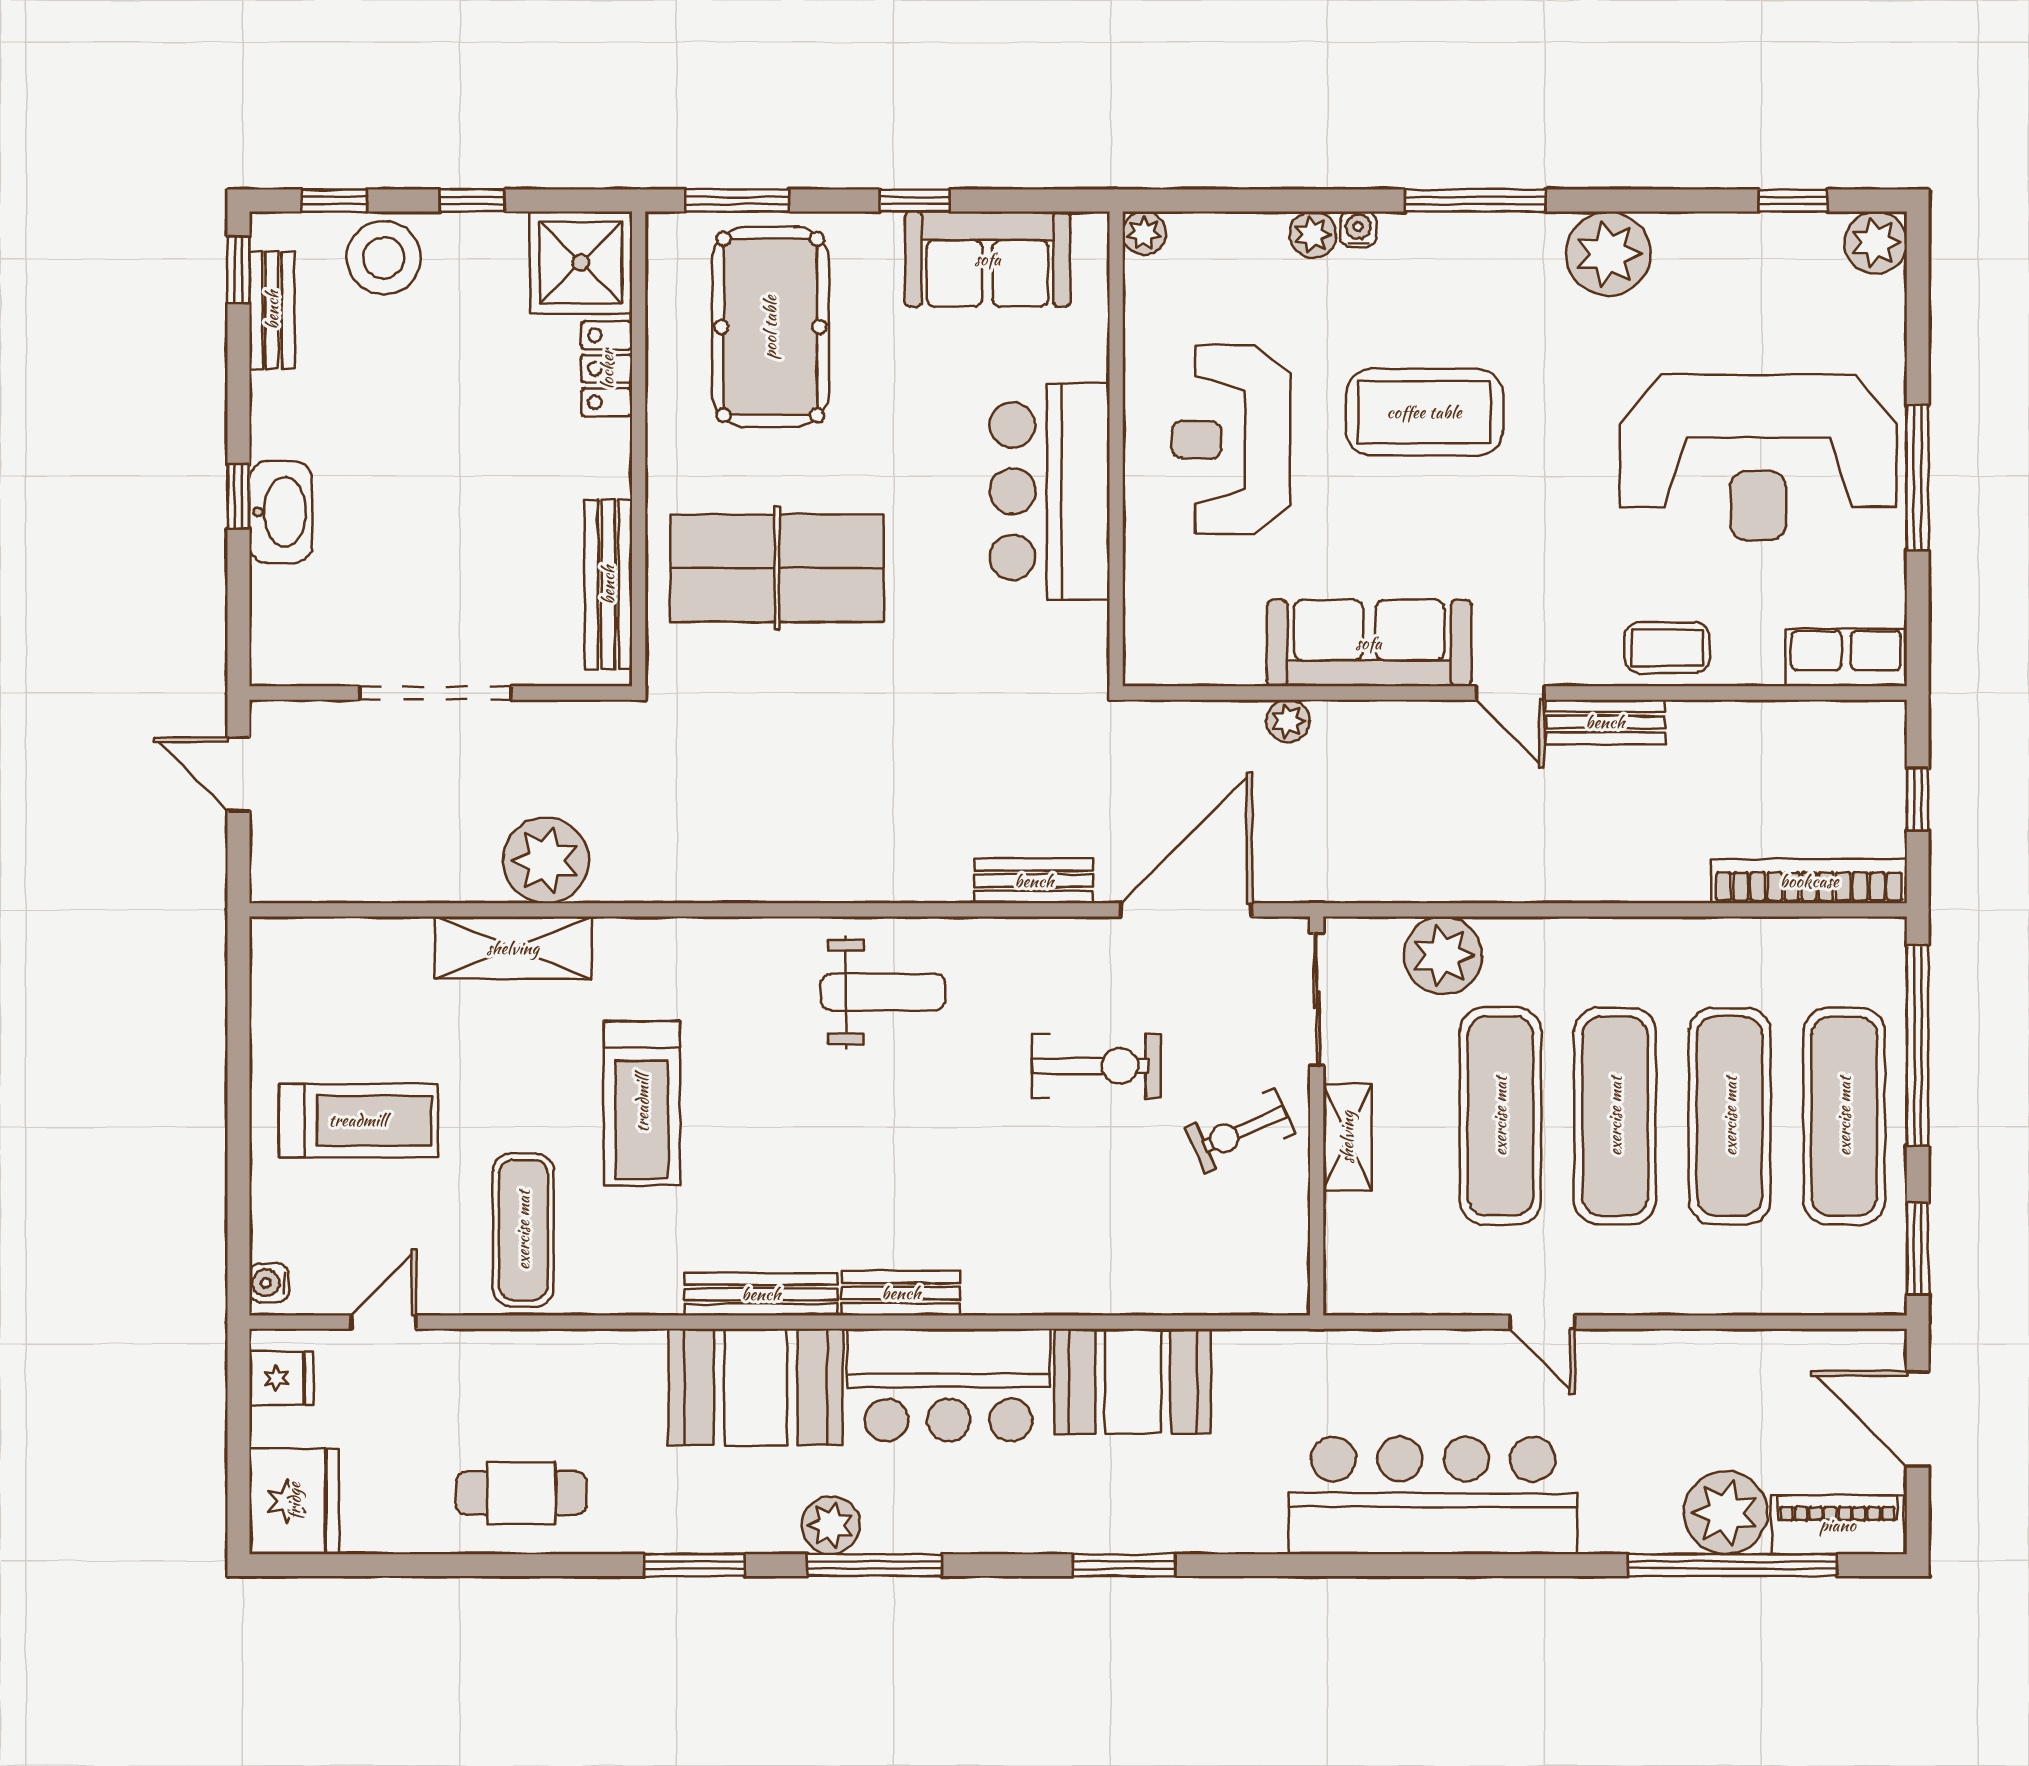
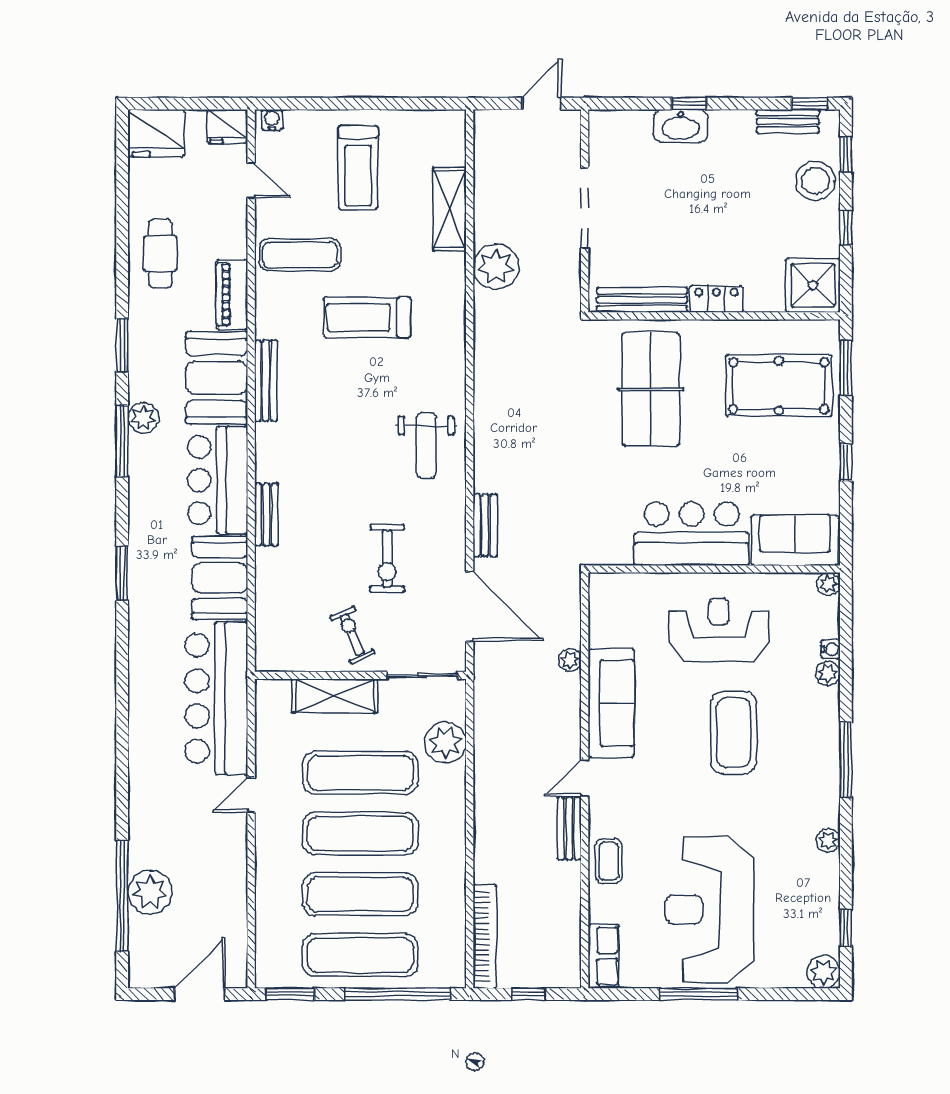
water cooler: (1358, 229) -> (831, 649), moved
plant: (1608, 254) -> (828, 841), width x0.53, depth x0.53
sofa: (988, 259) -> (795, 540), moved, turned 90
locker: (607, 369) -> (716, 299), moved
shelving: (513, 948) -> (450, 209), moved
shelving: (1347, 1137) -> (335, 696), width x1.50, depth x1.33
bench: (901, 1293) -> (266, 515), moved
fridge: (281, 1378) -> (227, 126), width x1.38
bar counter: (1433, 1495) -> (216, 698), moved, turned 180
piano: (1838, 1525) -> (232, 294), moved, turned 180

